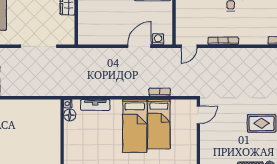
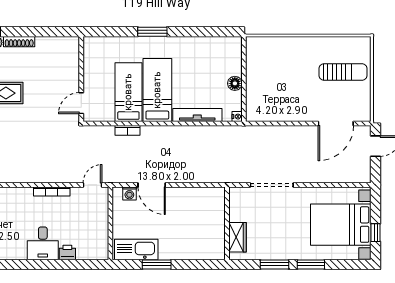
door: (139, 46) -> (152, 185), hinge flipped
tv unit: (95, 105) -> (197, 115), width x1.41
floor lamp: (70, 115) -> (235, 83), moved

